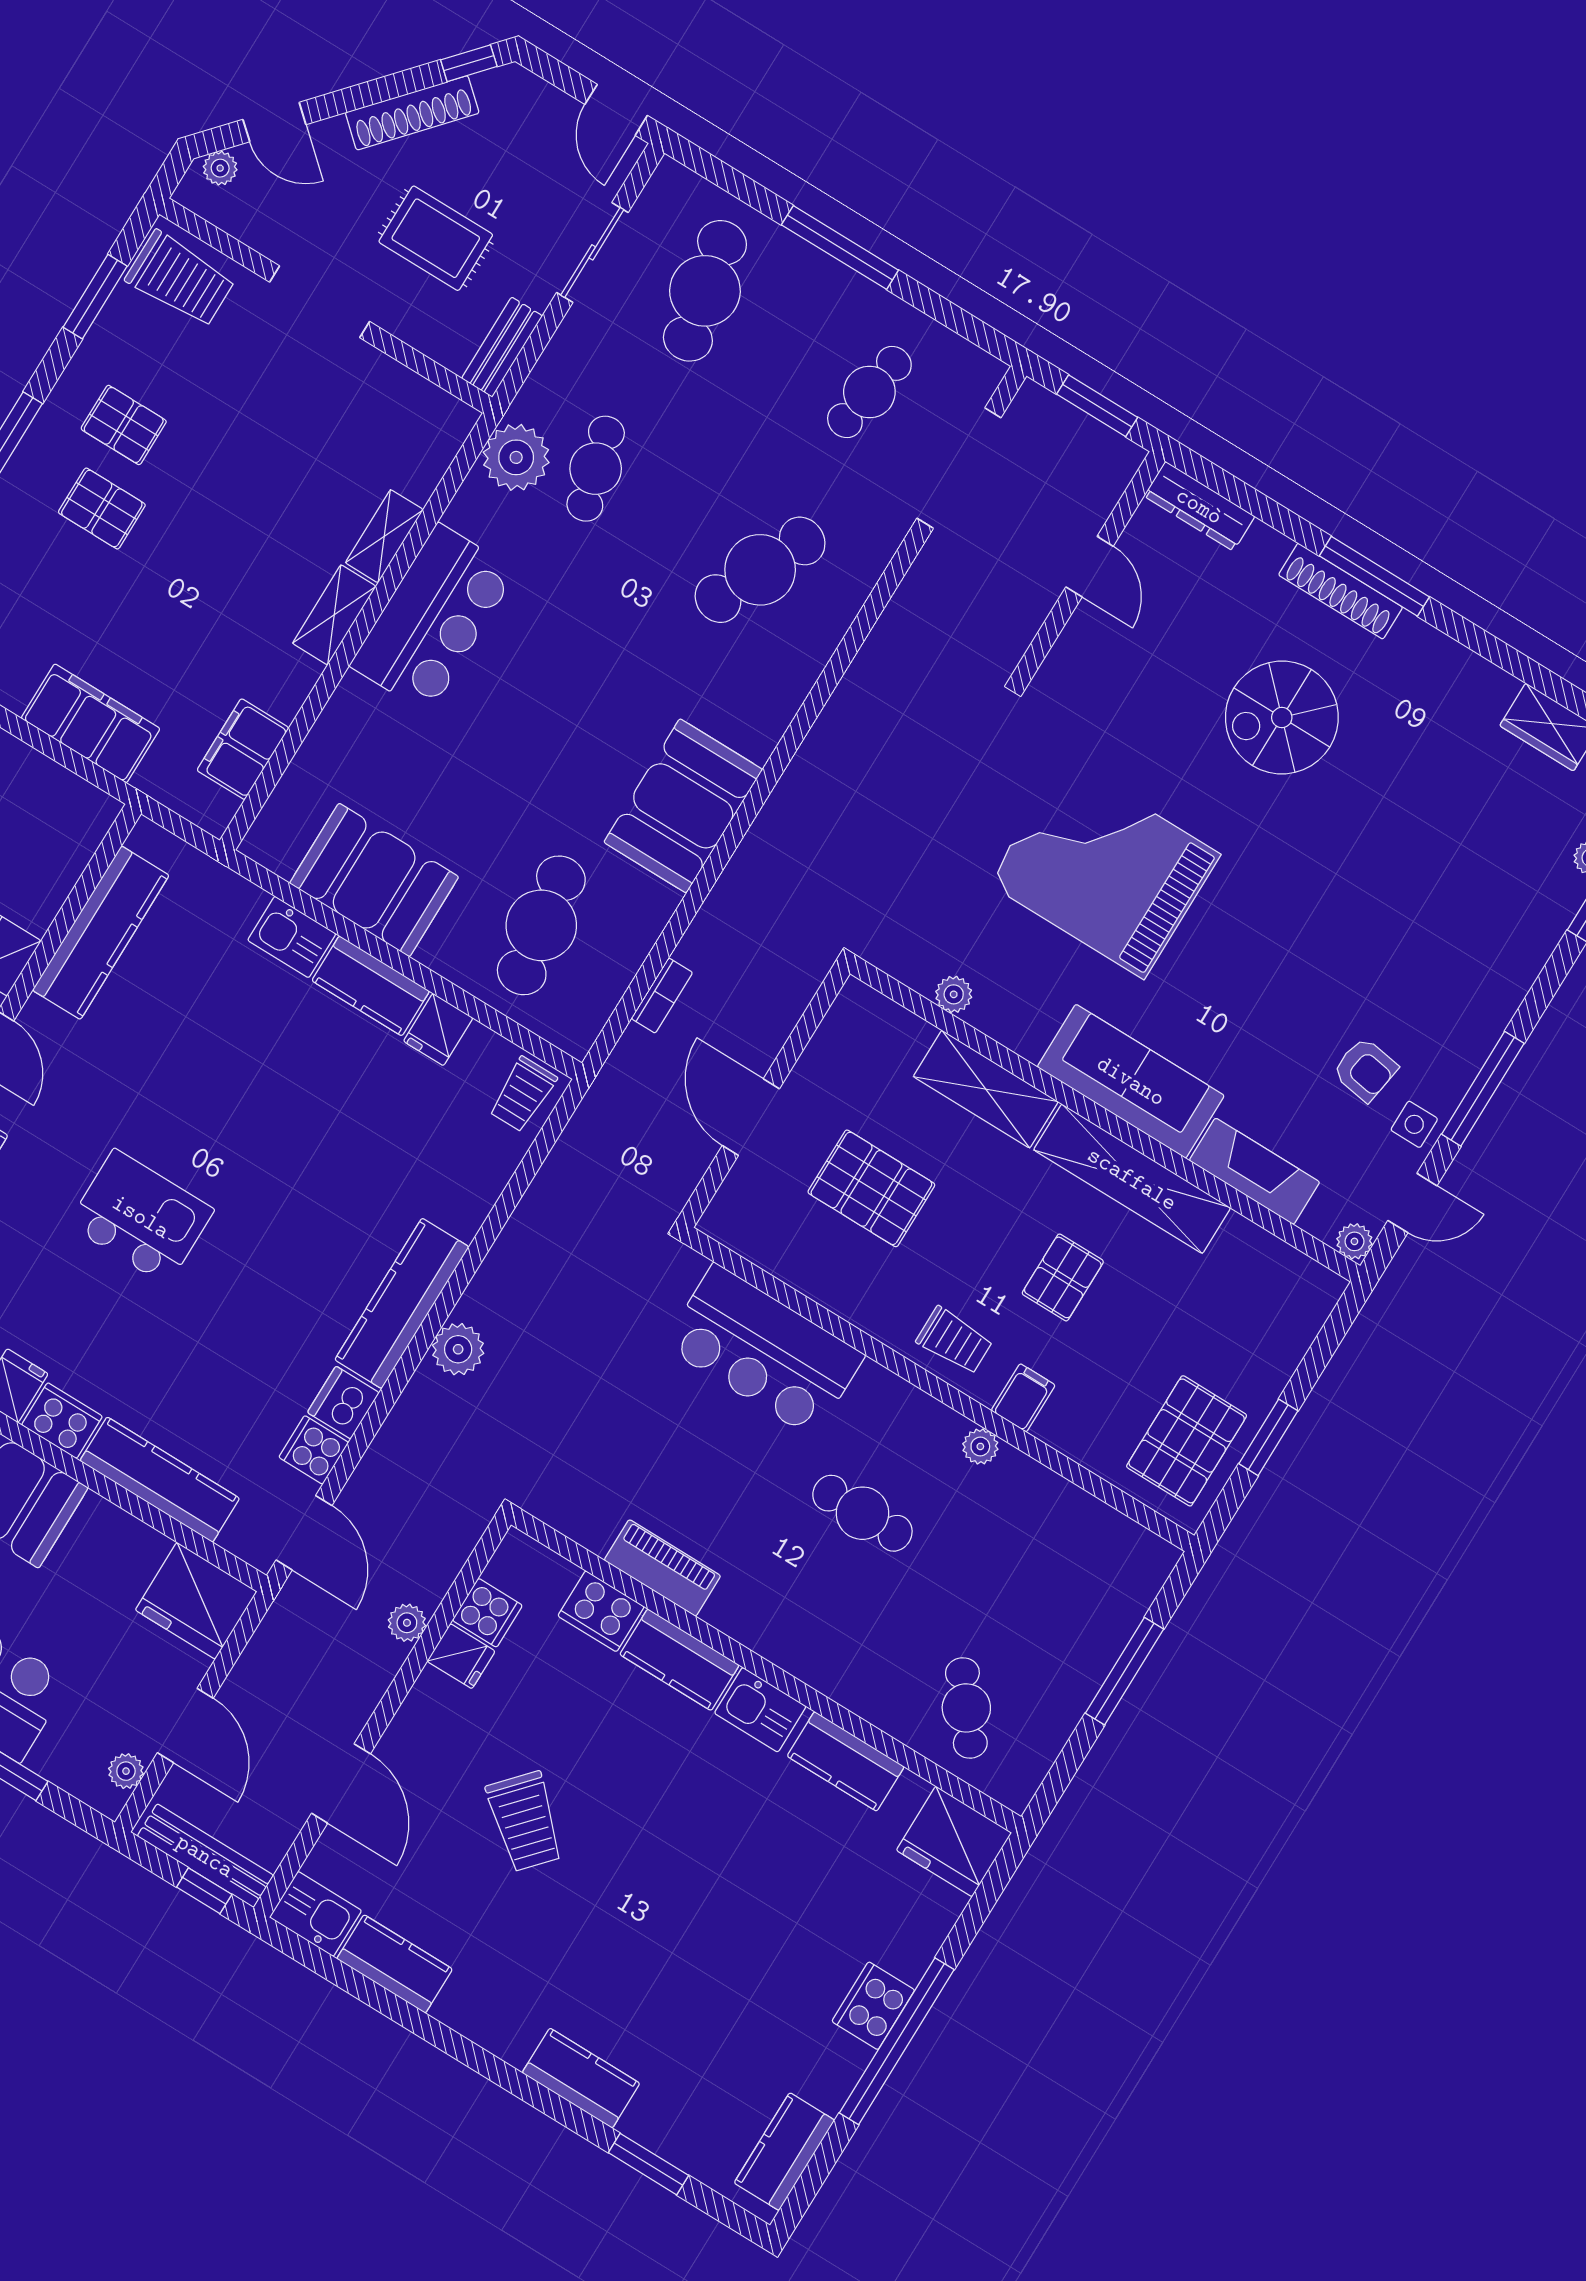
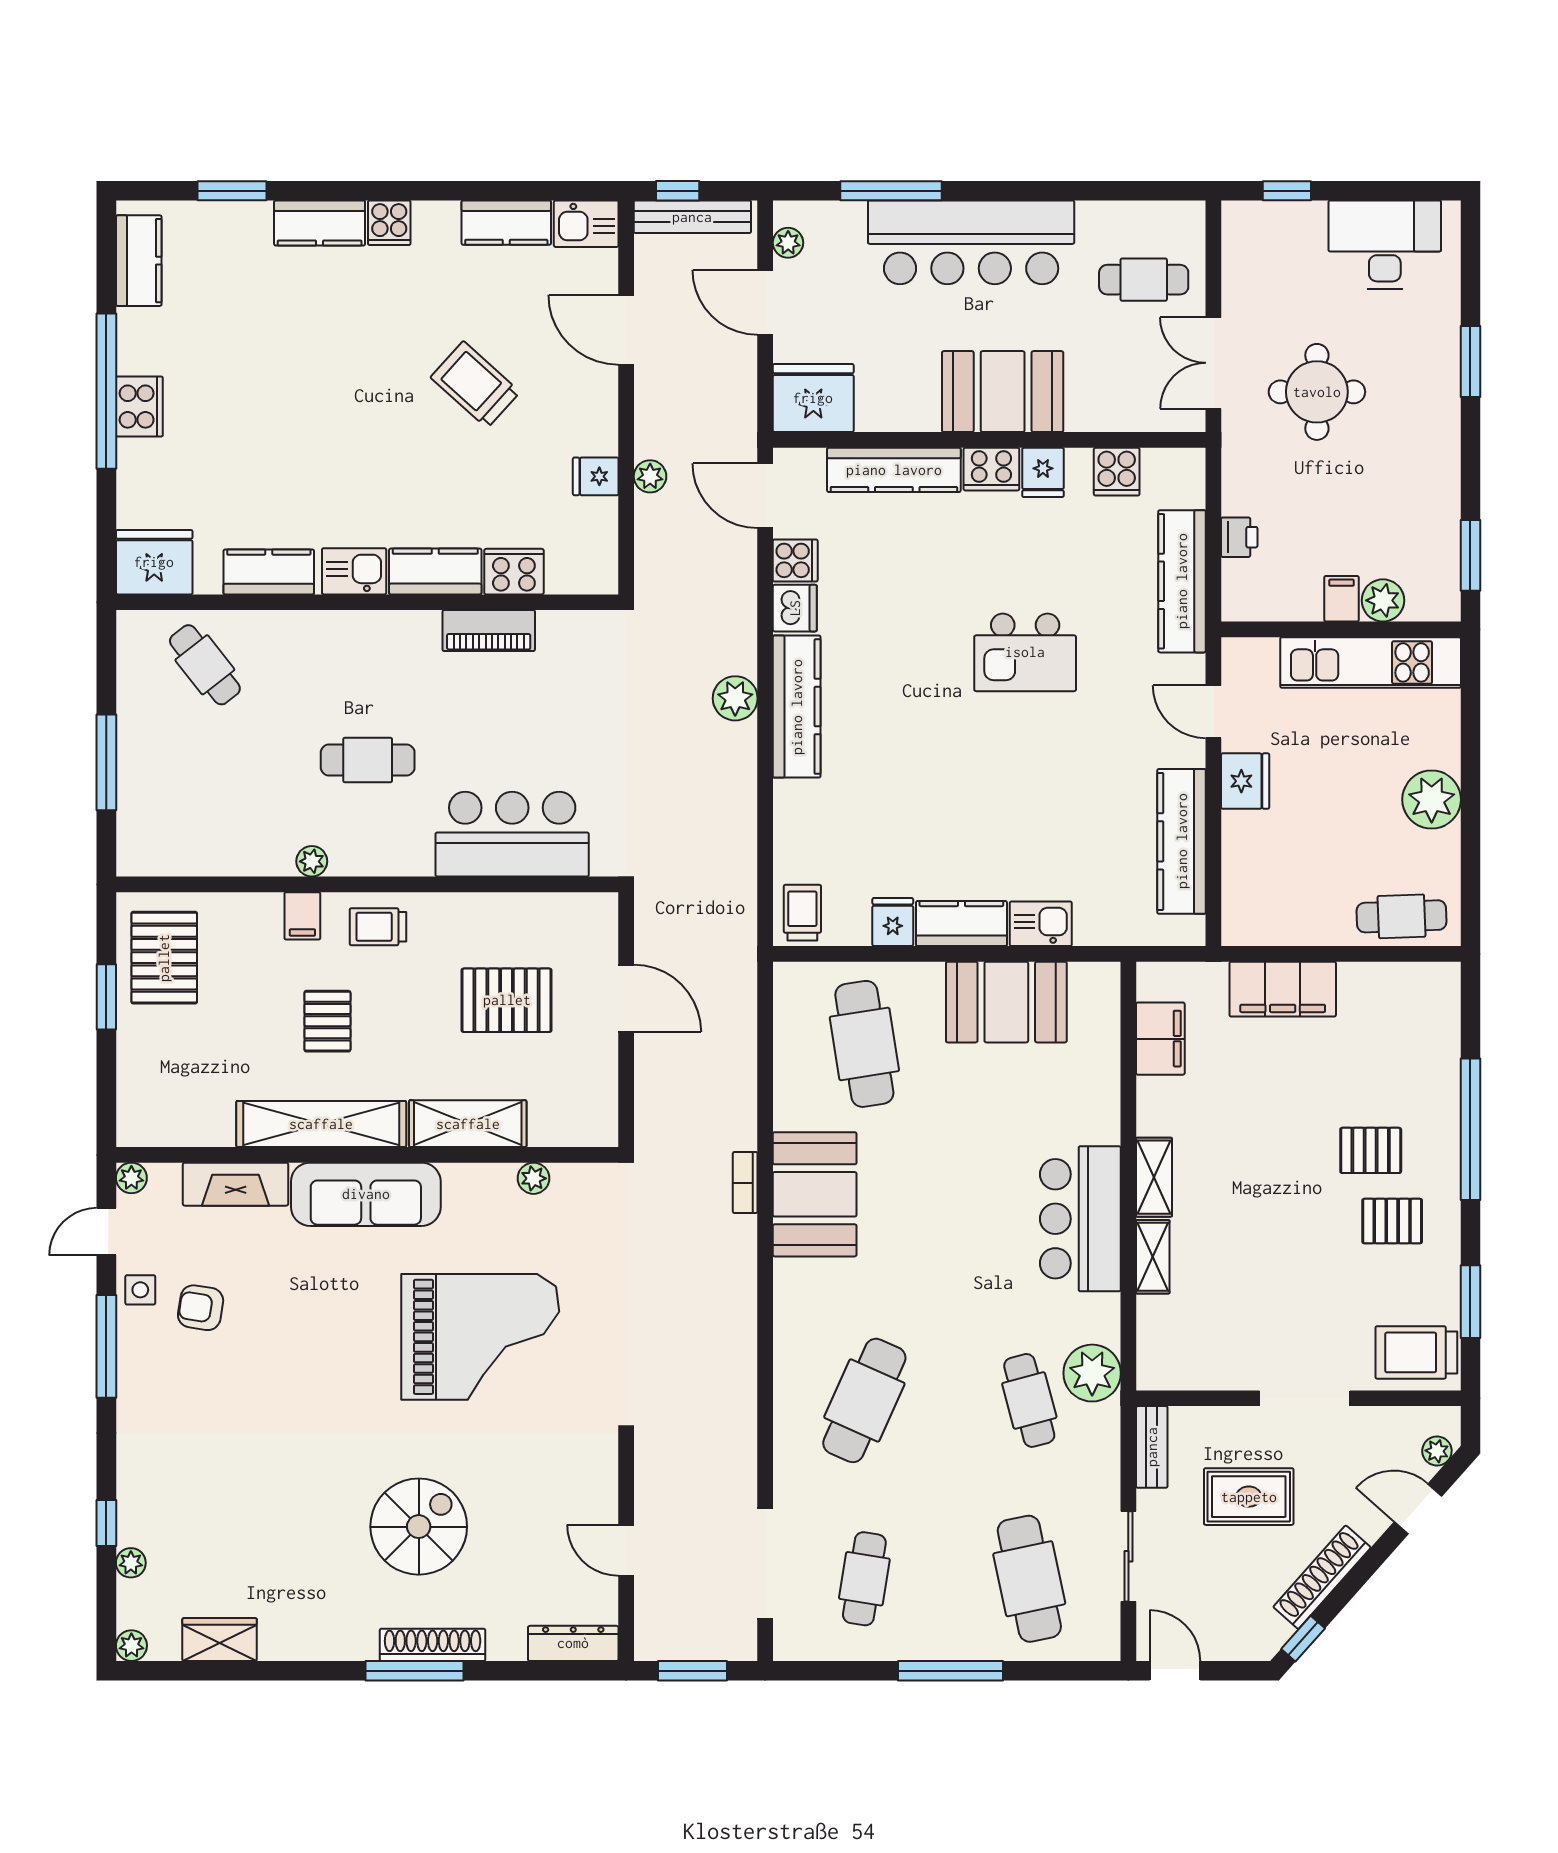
bookcase: (662, 996) -> (745, 1183), moved
cooker: (487, 1613) -> (389, 223), moved, turned -90

